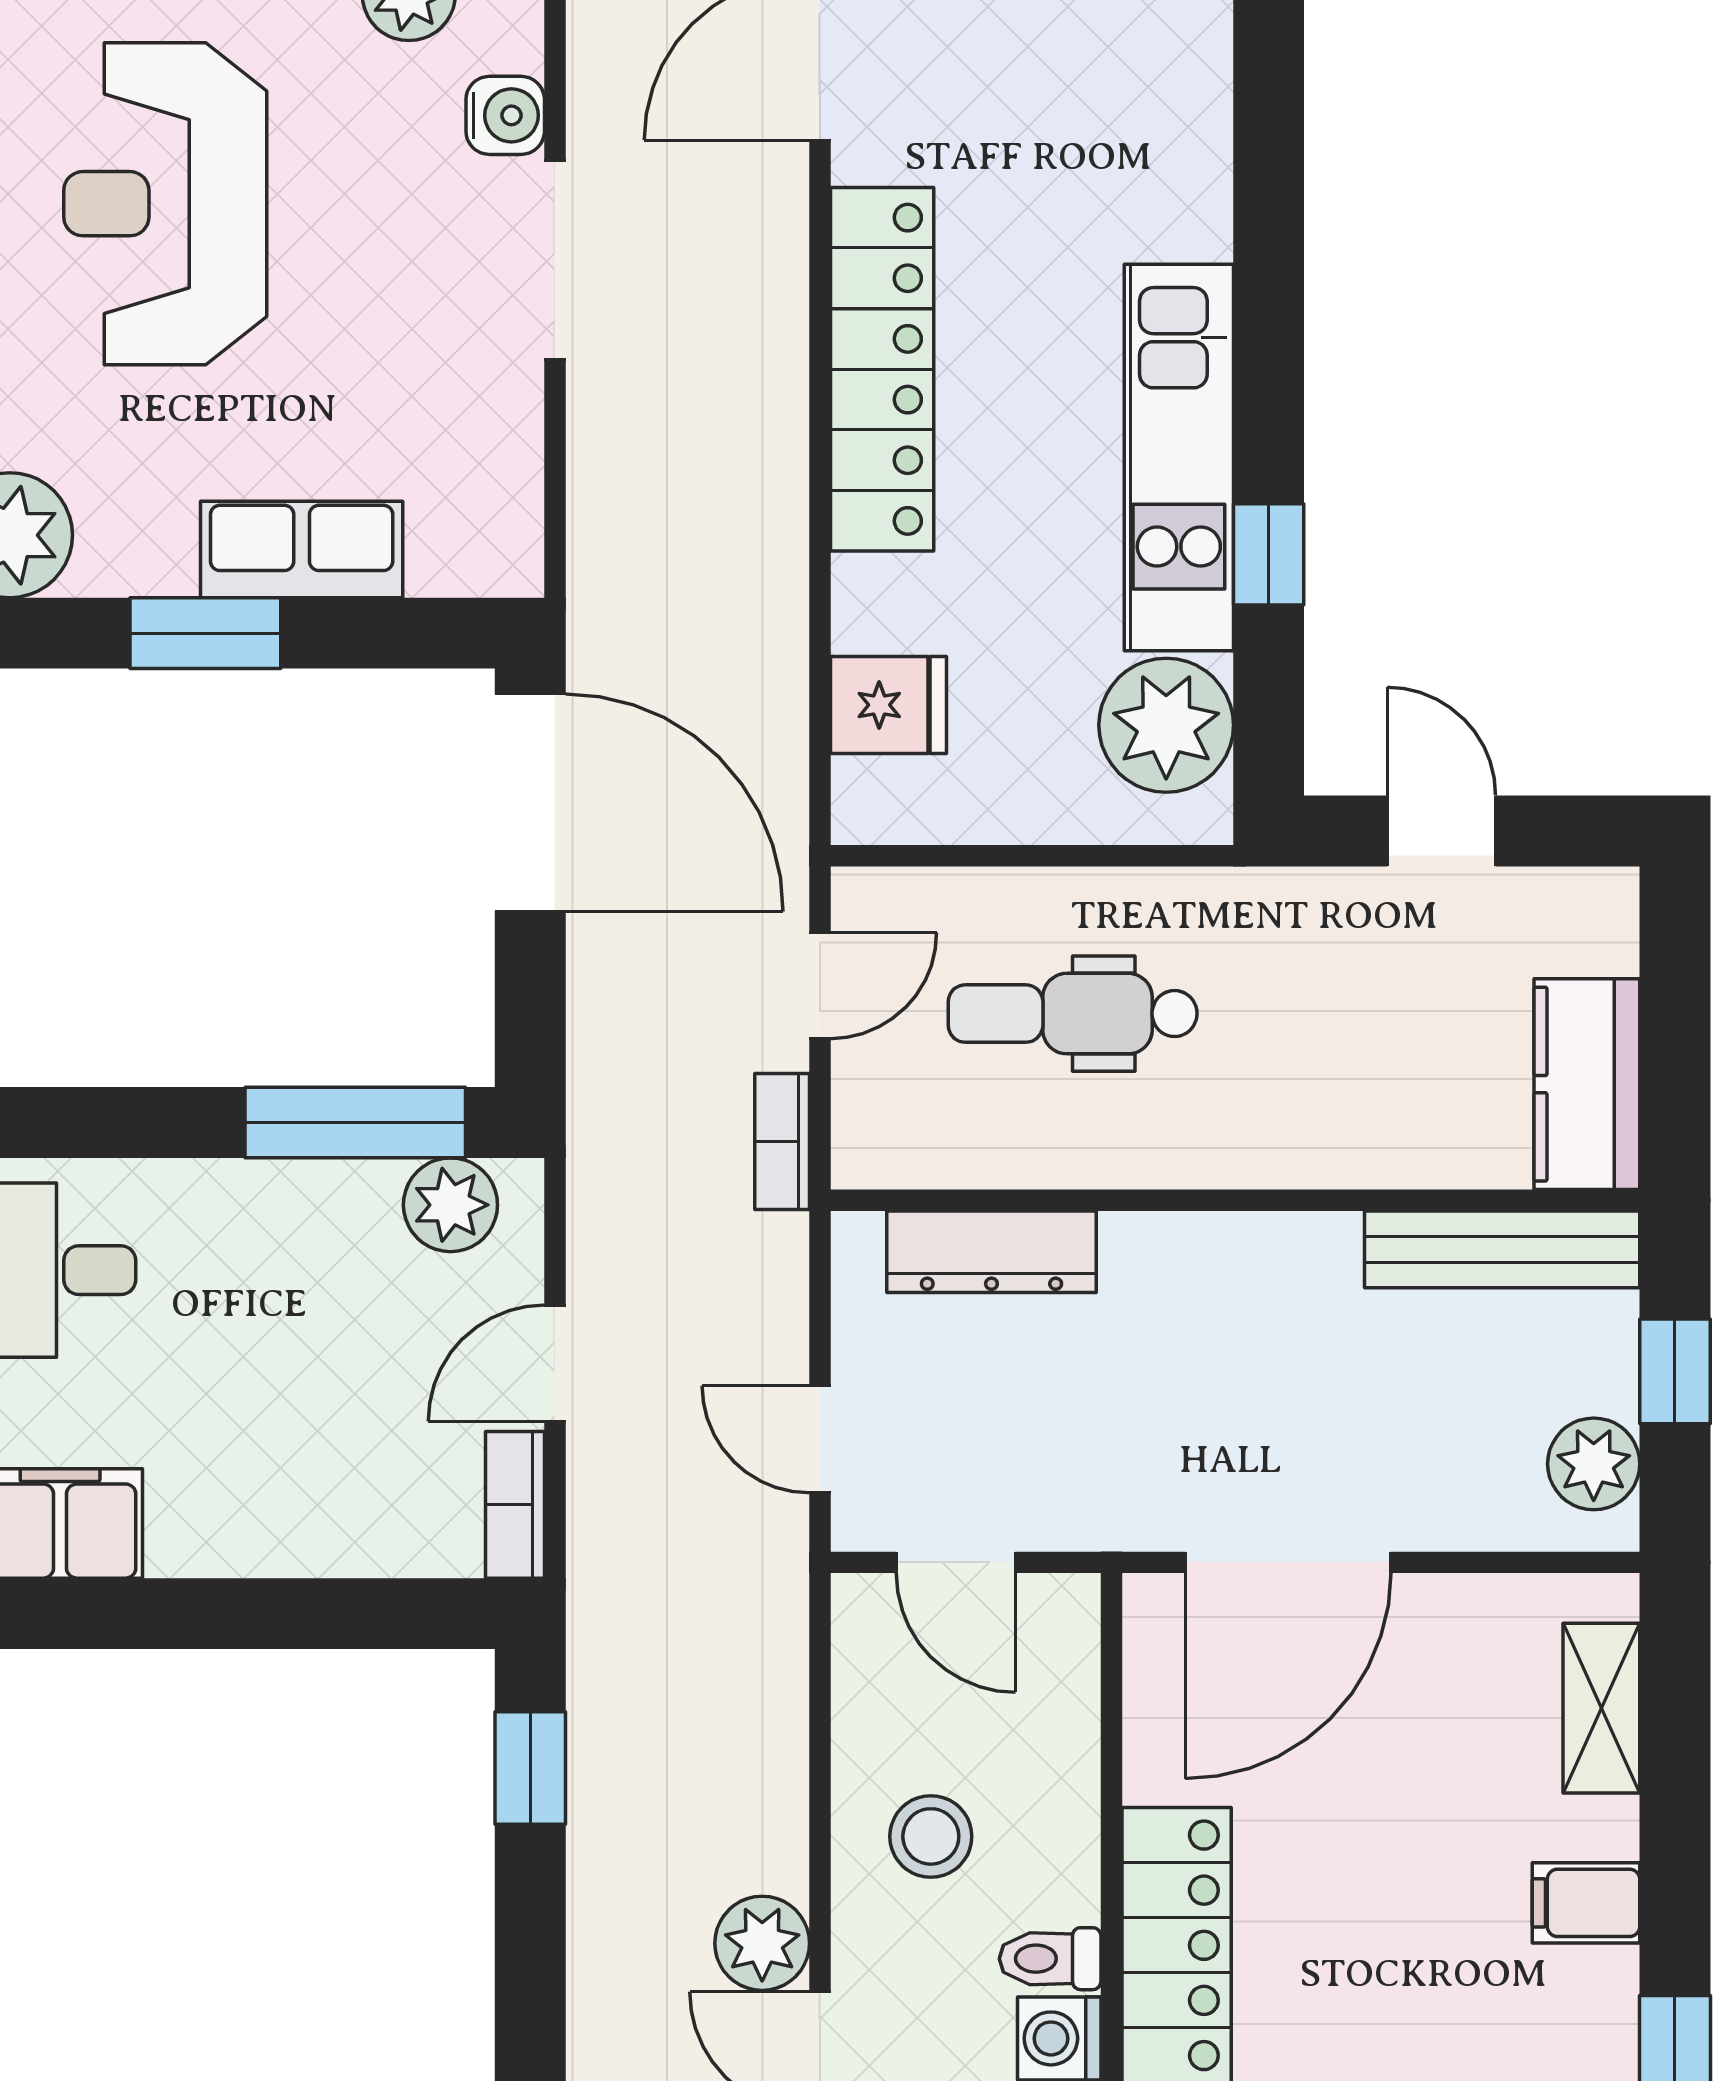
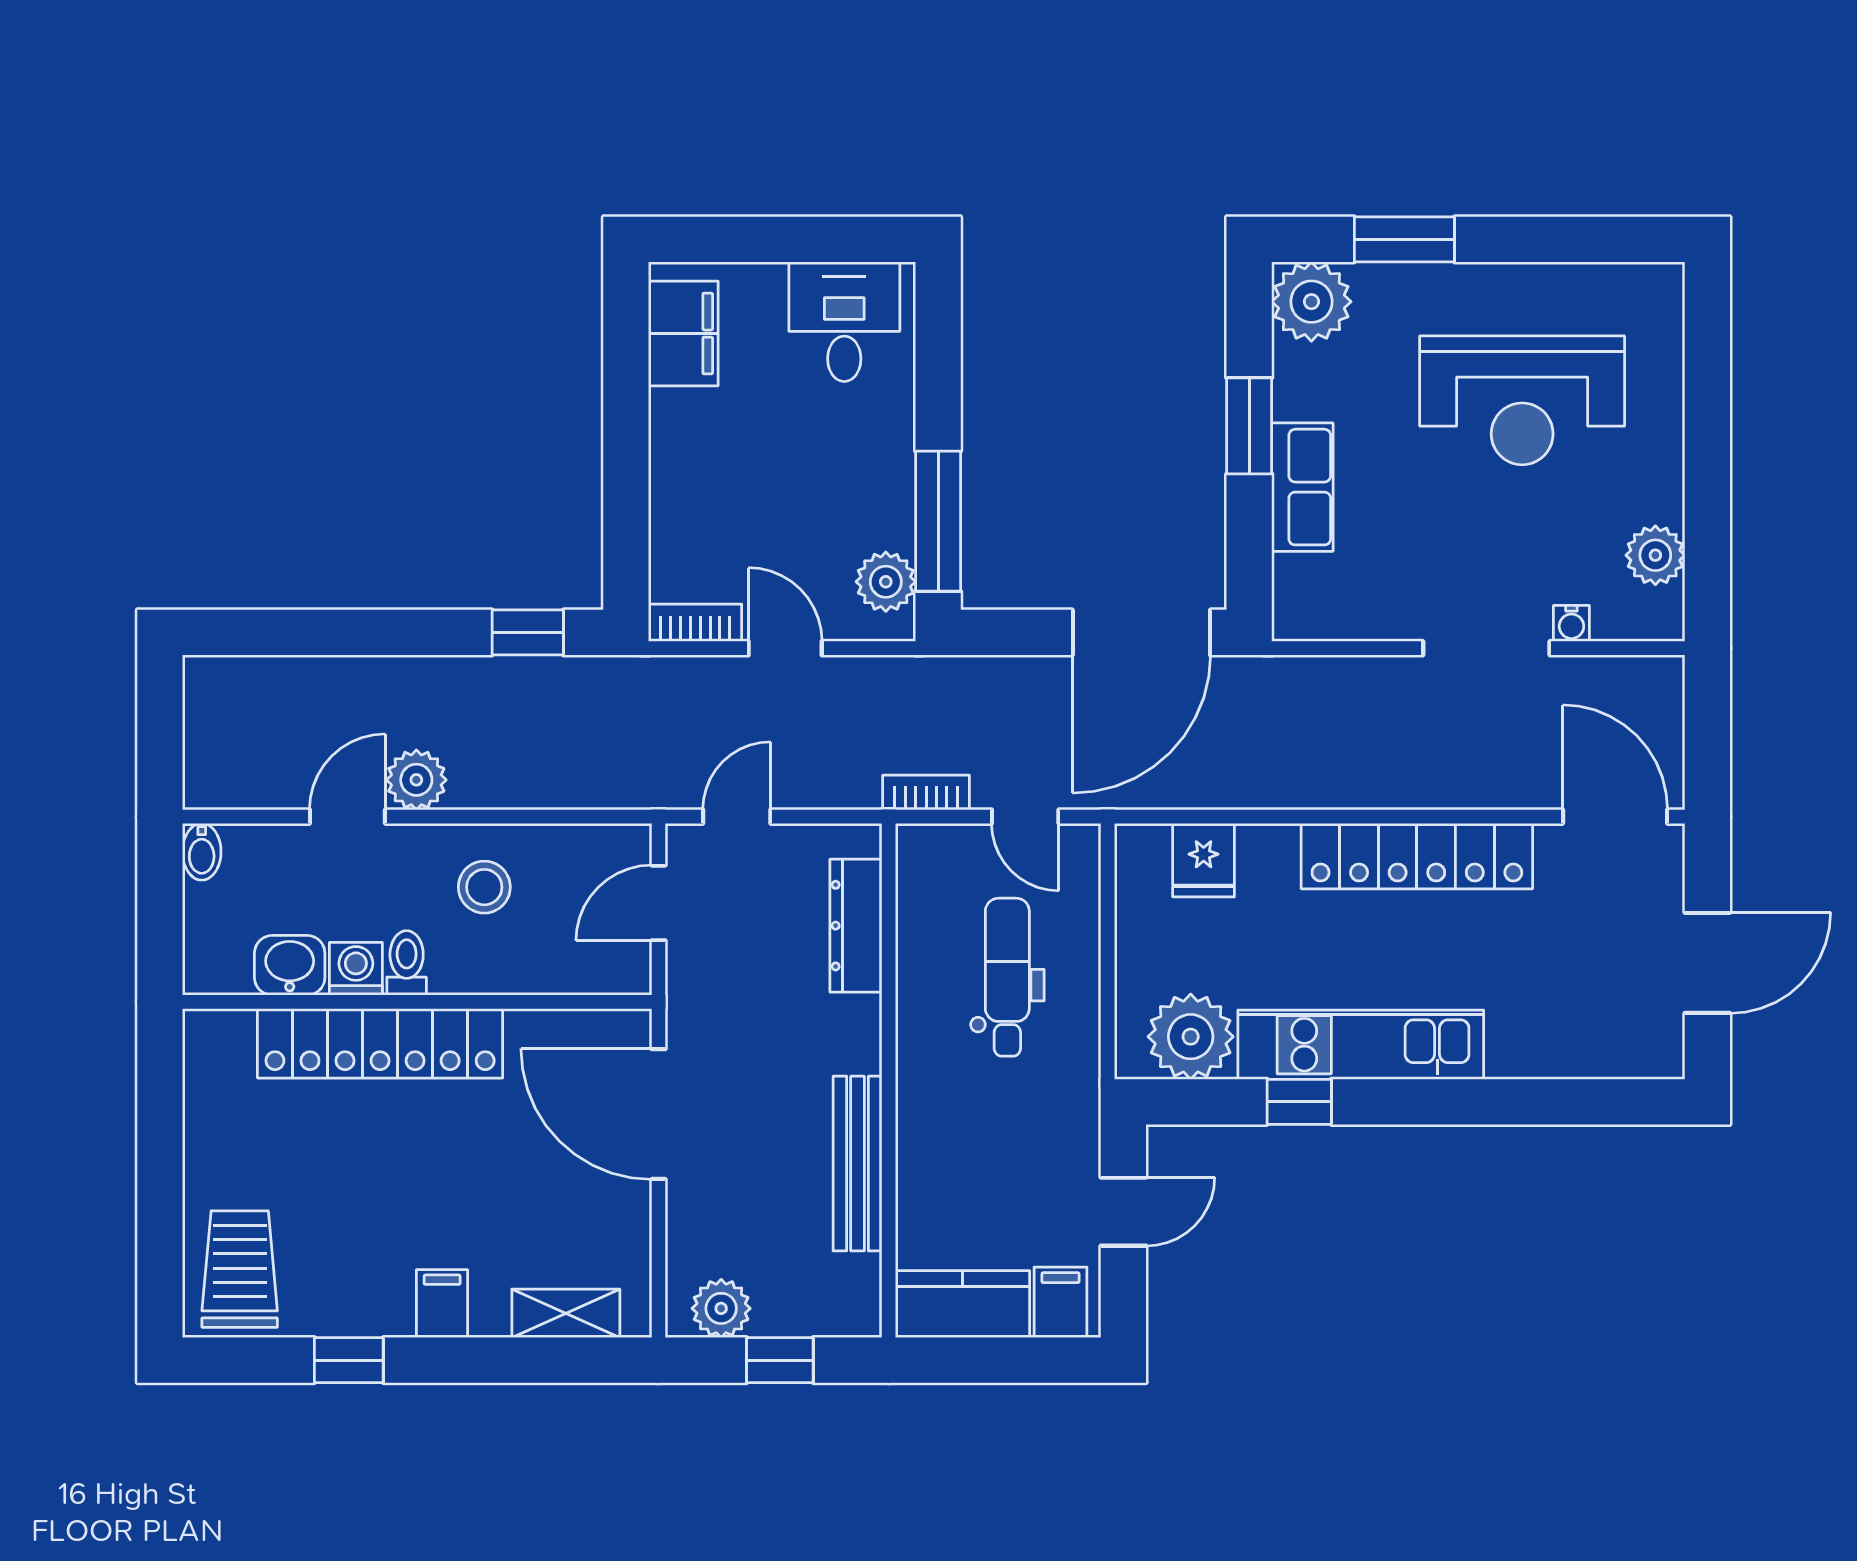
water cooler: (505, 115) -> (1571, 623), width x0.72, depth x0.72
reception desk: (165, 204) -> (1522, 400), turned 180
filing cabinet: (1584, 930) -> (1060, 1302), added
bench: (1502, 1249) -> (858, 1164), moved

